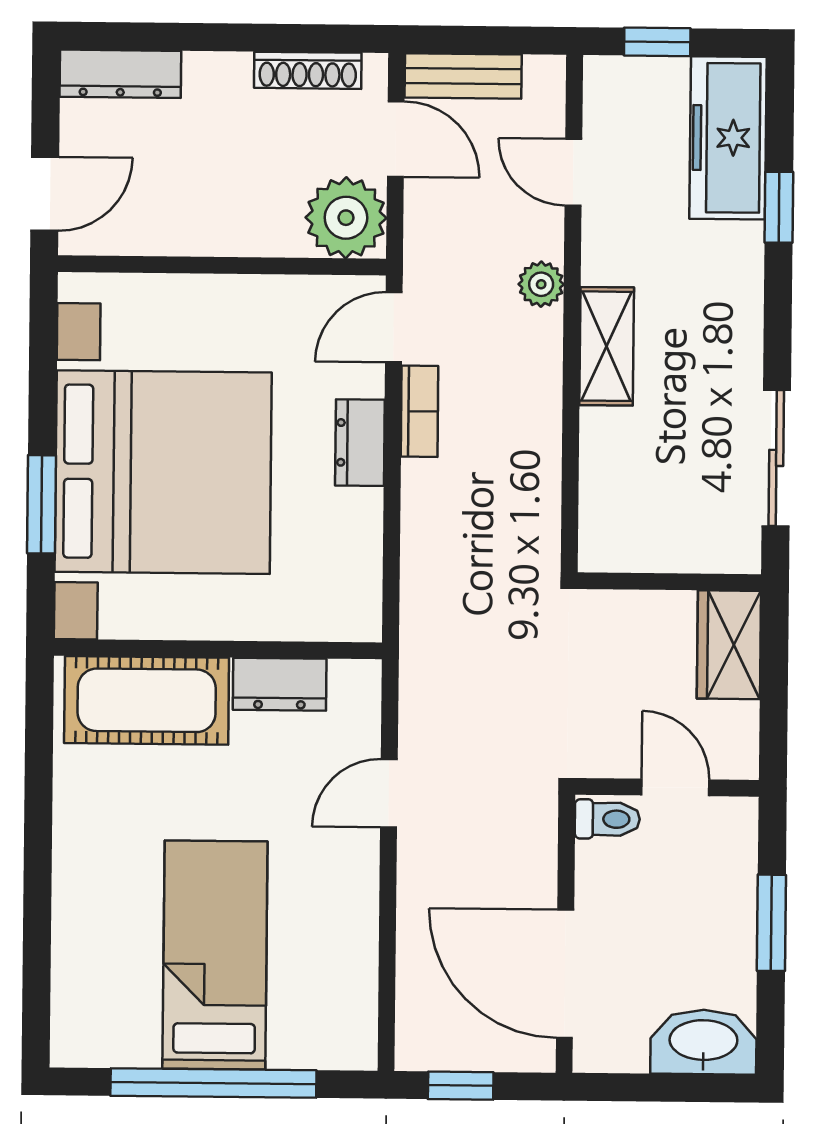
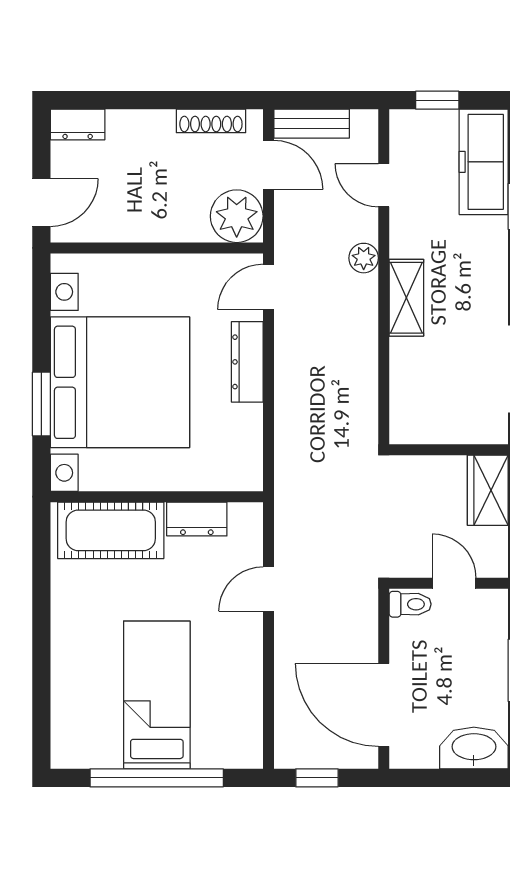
dresser: (120, 74) -> (78, 124), width x0.70
bookcase: (419, 411) -> (286, 341), removed
dresser: (360, 443) -> (247, 362), width x1.44

